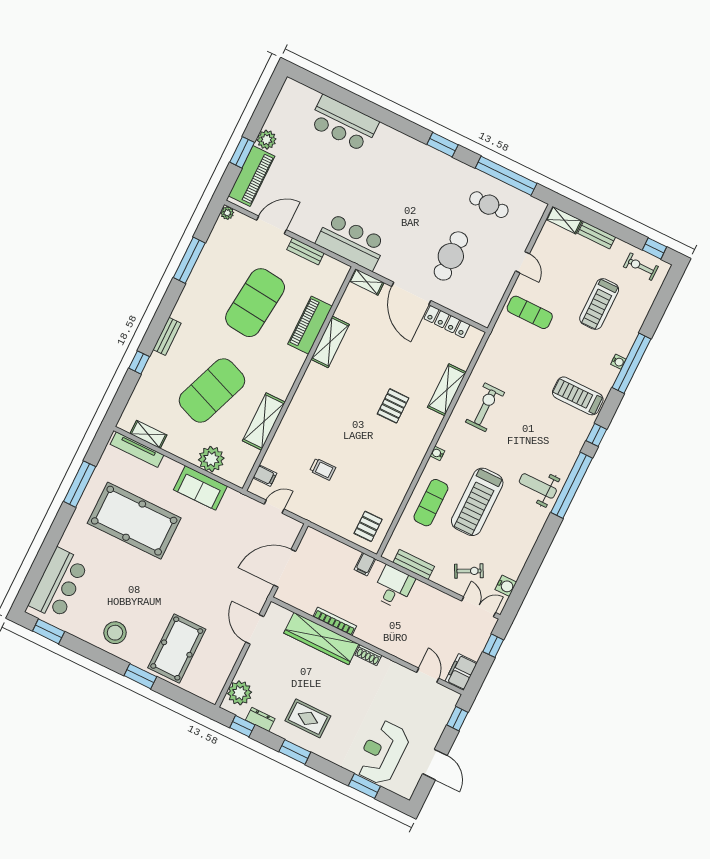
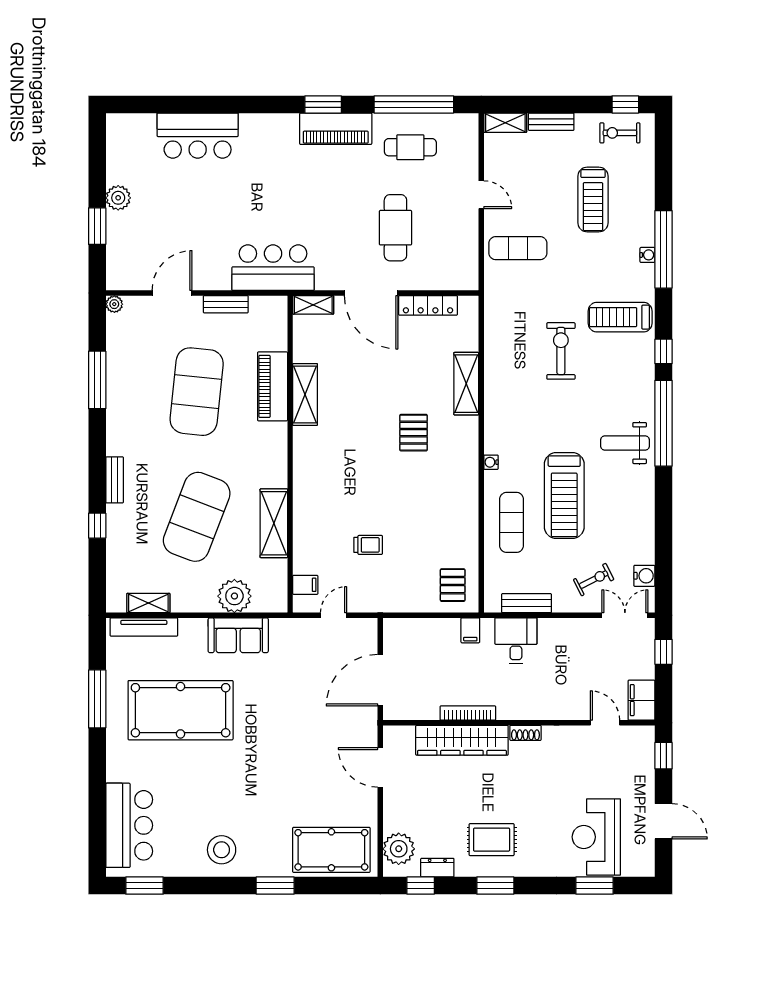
piano: (252, 176) -> (336, 129), moved, turned 90
exercise bike: (485, 407) -> (561, 351), moved
pool table: (177, 649) -> (331, 850), moved, turned 90

